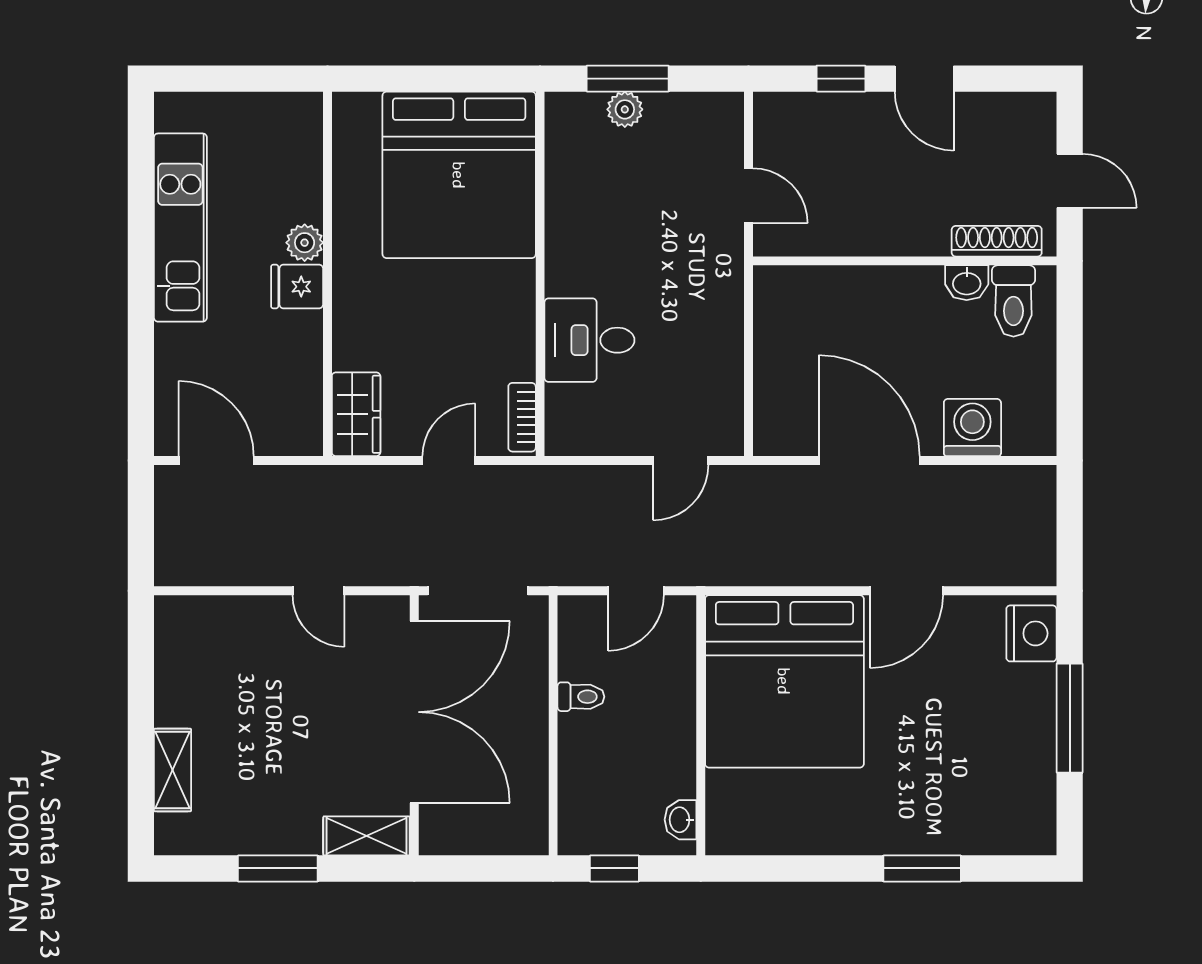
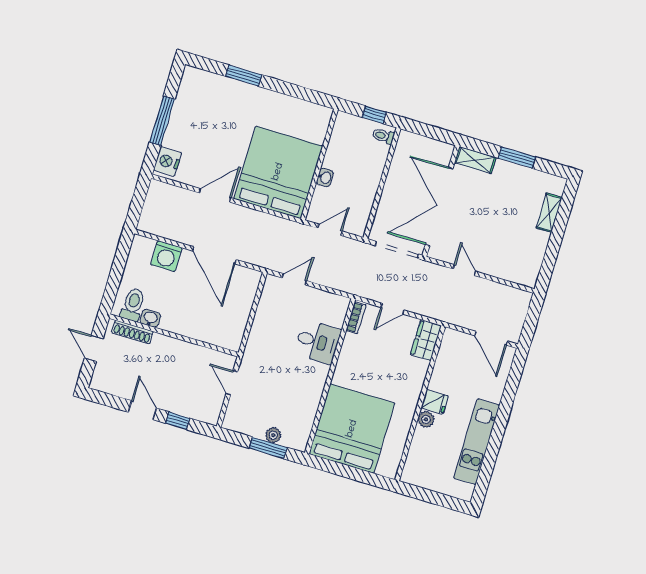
toilet: (581, 697) -> (383, 136), moved
washbasin: (680, 820) -> (325, 177), moved

